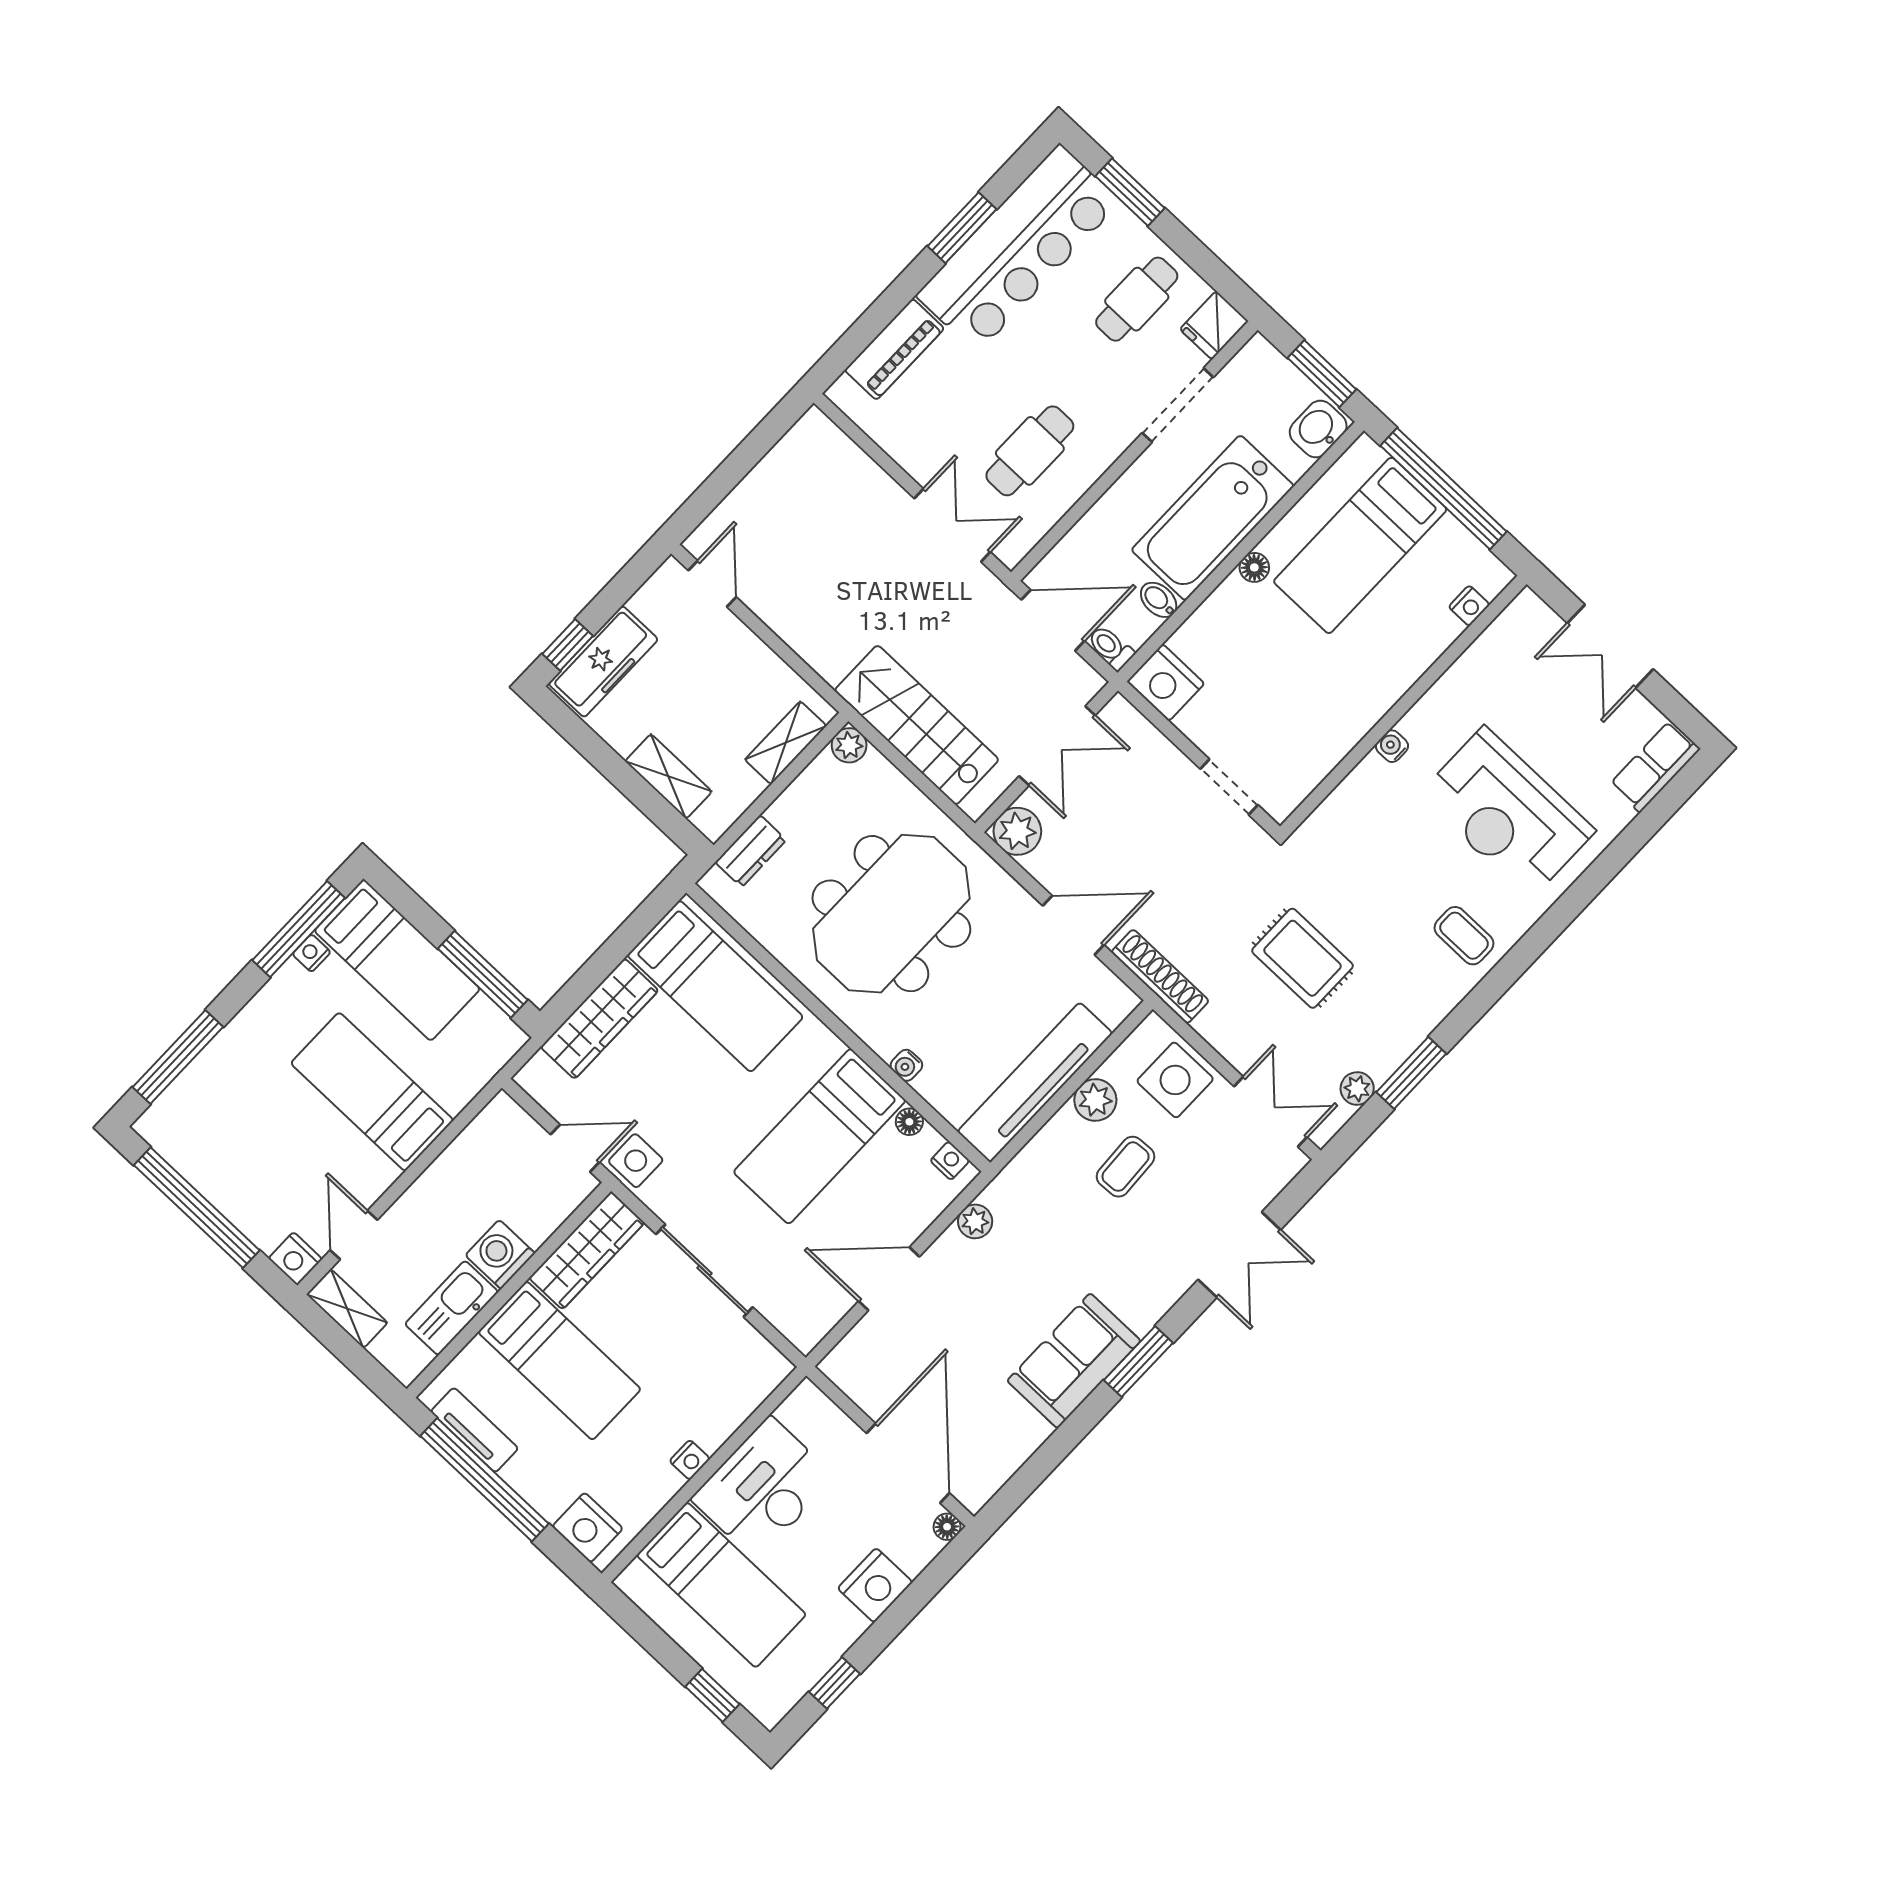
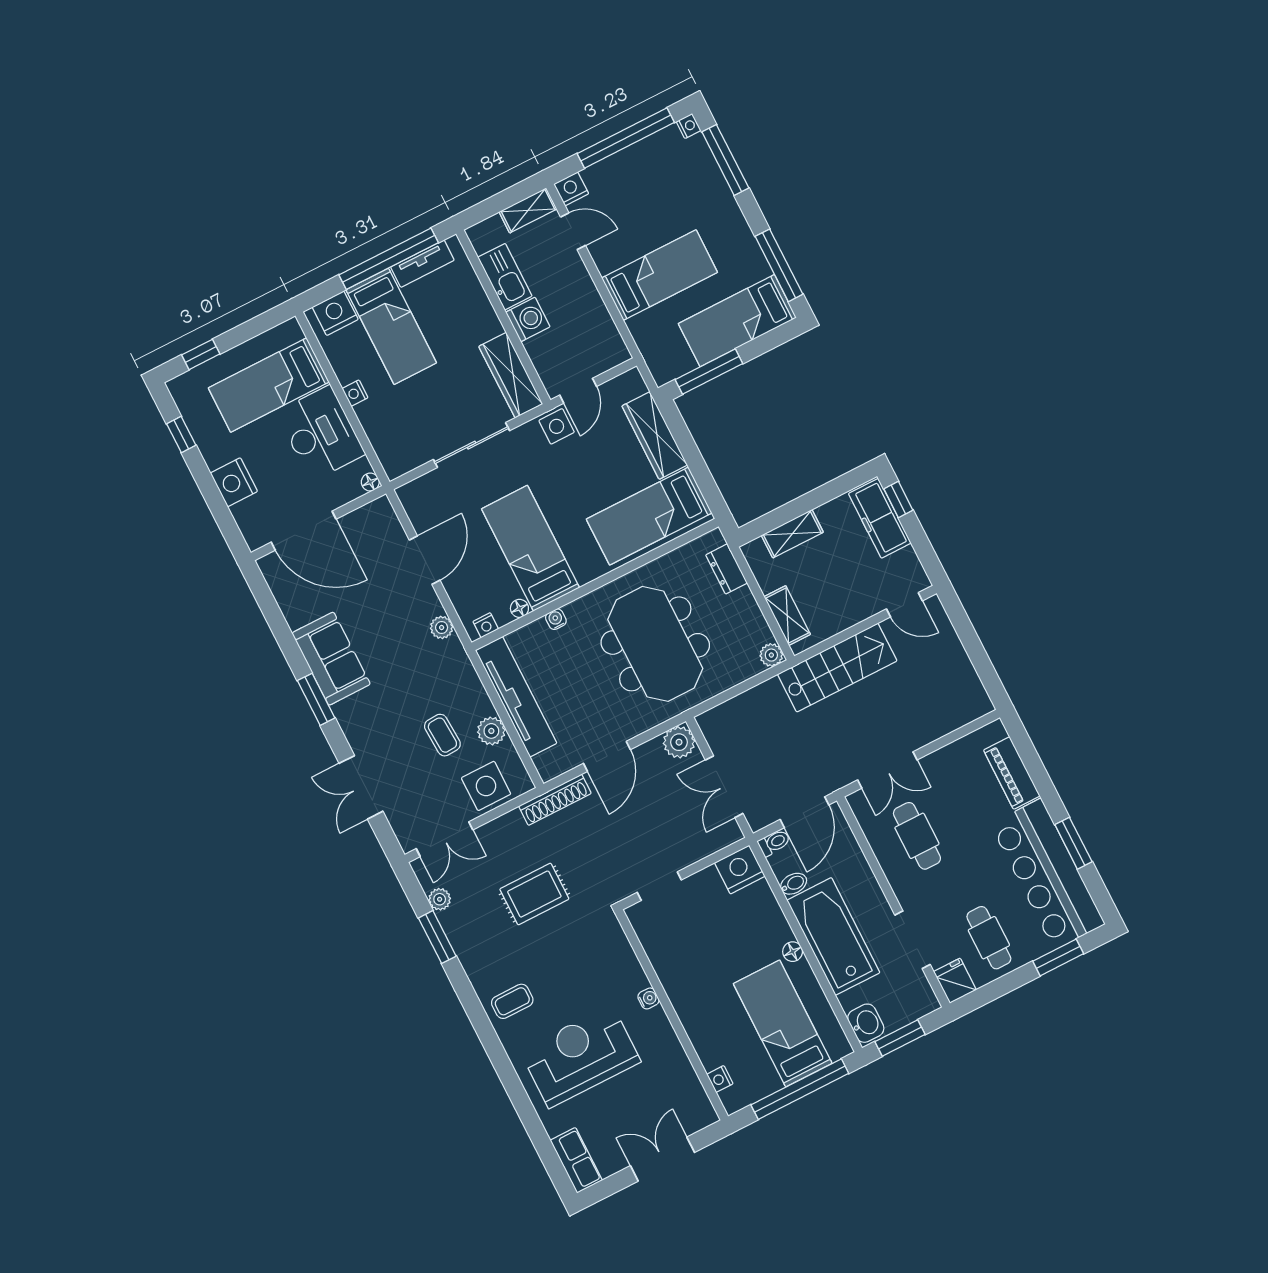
stairs: (917, 725) -> (837, 668), moved
nightstand: (312, 953) -> (689, 126), moved
bed: (559, 1361) -> (391, 326), moved, turned -90
floor lamp: (947, 1527) -> (370, 482), moved

